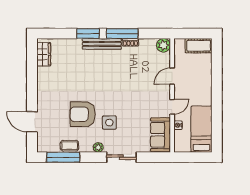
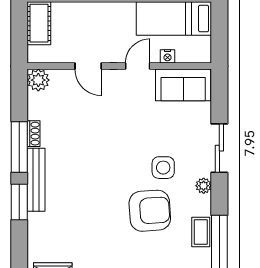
door: (172, 107) -> (138, 66), hinge flipped
armchair: (83, 114) -> (150, 211), turned -94

